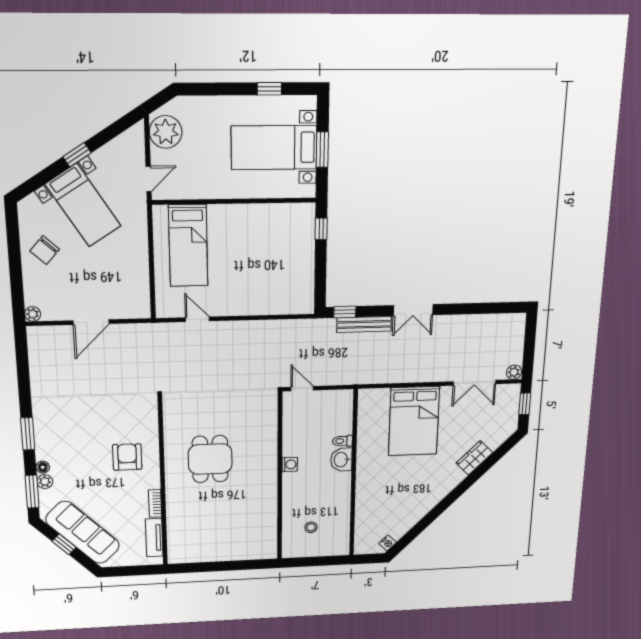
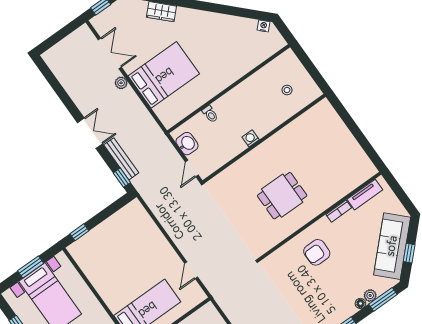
plant: (514, 372) -> (121, 83), moved
washbasin: (341, 460) -> (187, 144), moved, turned -90

